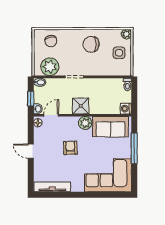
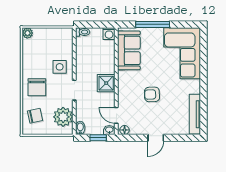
chair: (91, 44) -> (37, 87), moved
side table: (119, 53) -> (60, 67), moved
plant: (85, 123) -> (125, 78), removed

